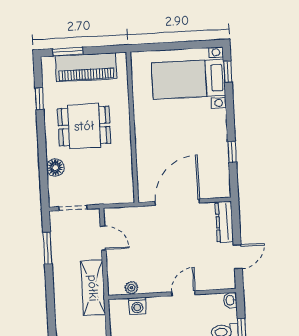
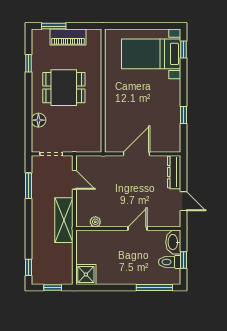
piano: (86, 67) -> (68, 37), width x0.73, depth x0.75
door: (177, 202) -> (137, 154), width x0.73
door: (238, 257) -> (184, 201), hinge flipped
washbasin: (230, 300) -> (173, 242), width x1.91, depth x1.45
washing machine: (137, 306) -> (99, 237), removed

